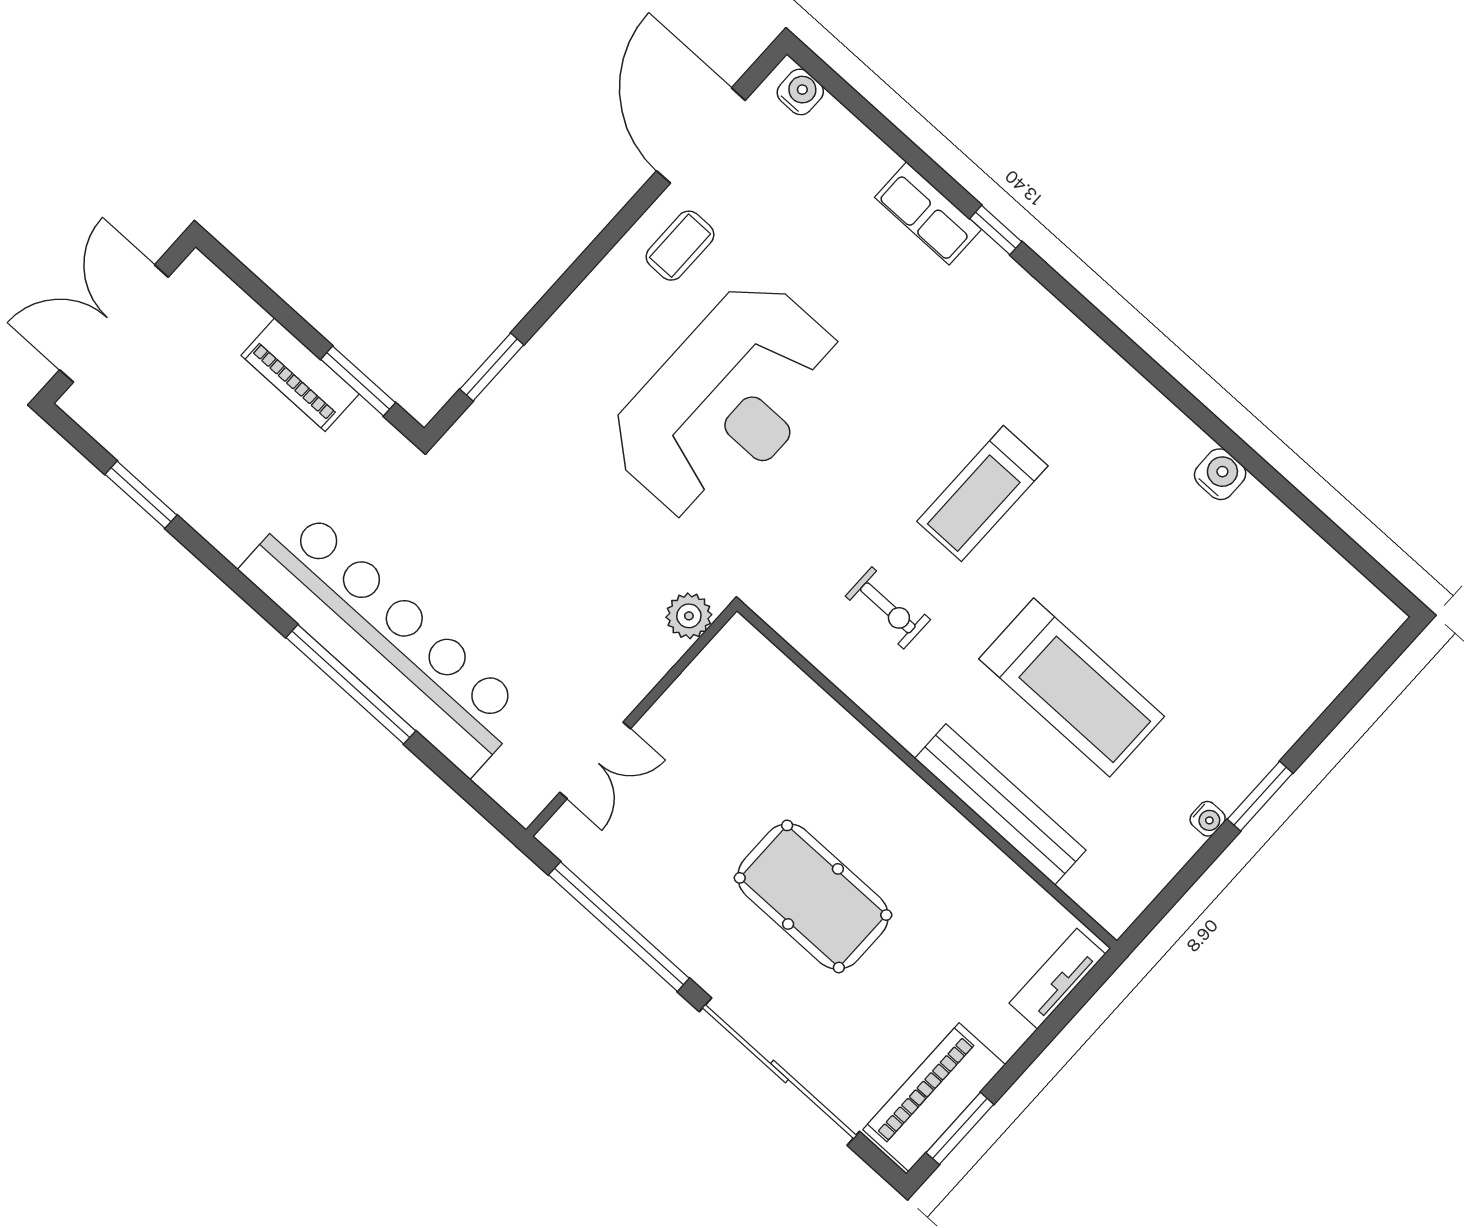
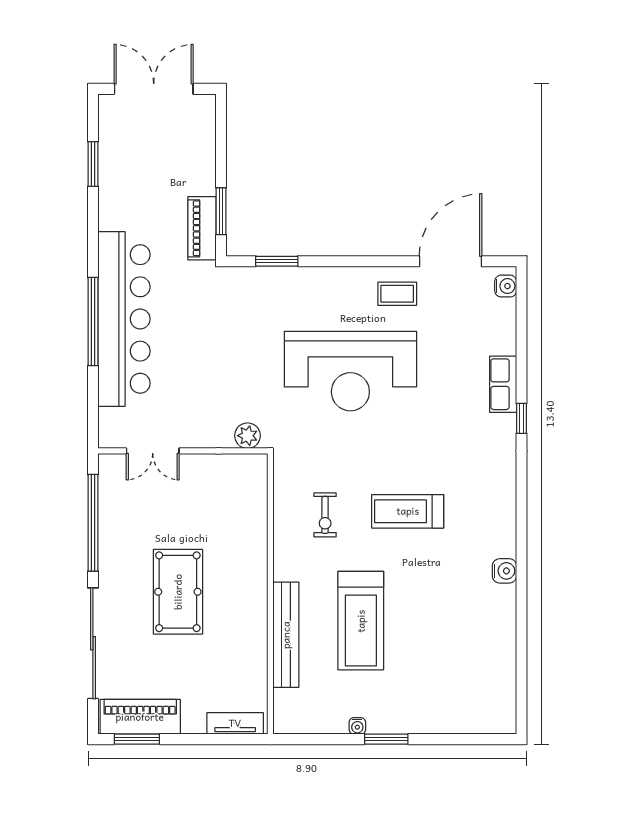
piano: (300, 375) -> (202, 228), moved
water cooler: (1220, 474) -> (504, 571), moved

